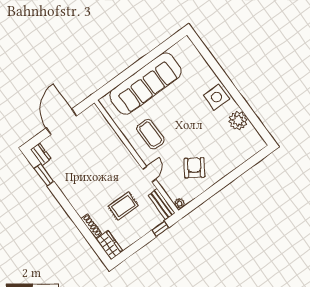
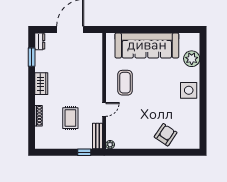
plant: (238, 121) -> (192, 59), moved
armchair: (194, 168) -> (166, 135), moved
rug: (123, 206) -> (70, 118), turned 90
wardrobe: (109, 245) -> (41, 84), moved

